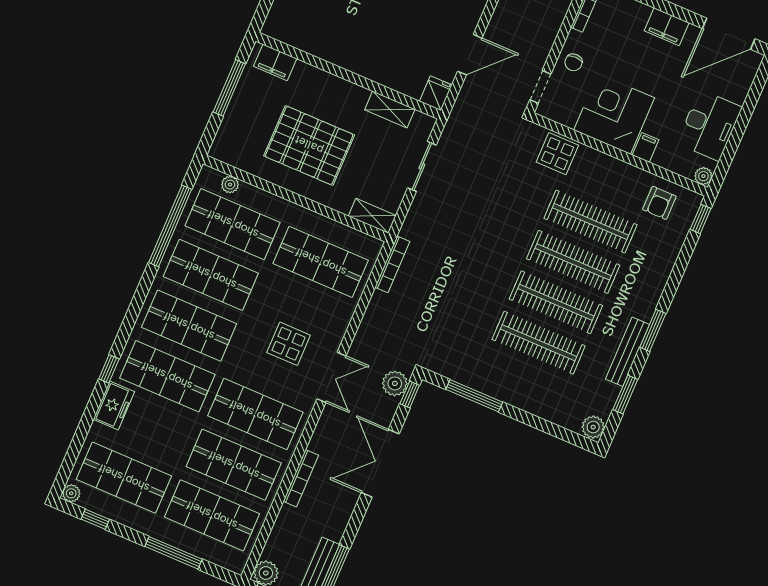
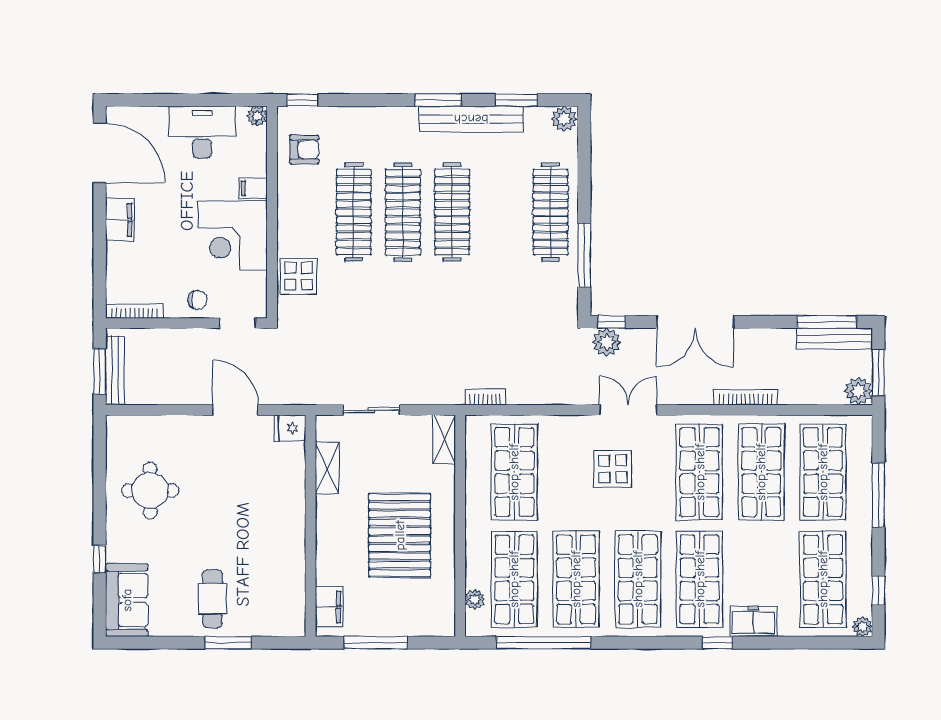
bookcase: (392, 264) -> (485, 397), width x0.64
clothes rail: (539, 343) -> (550, 212), moved
bench: (627, 352) -> (471, 119), width x1.37, depth x1.21

